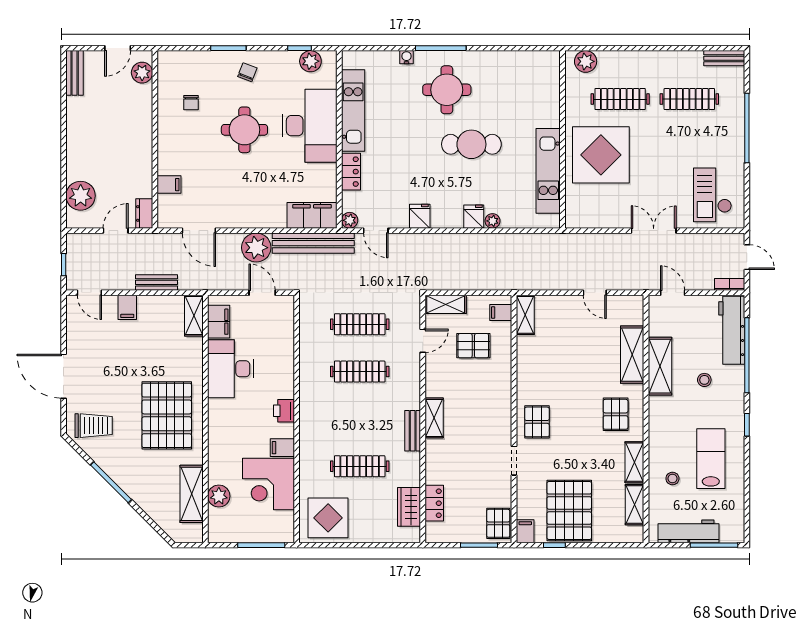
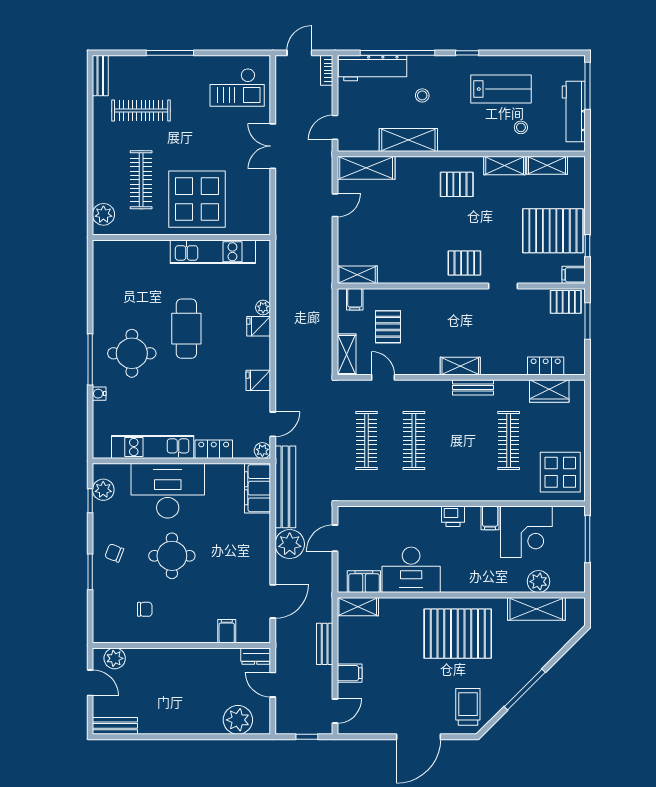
clothes rail: (689, 99) -> (141, 111), turned 90
window: (747, 128) -> (170, 53), width x0.68
shelving: (632, 355) -> (366, 168), moved
lab bench: (711, 459) -> (501, 89), turned 180

